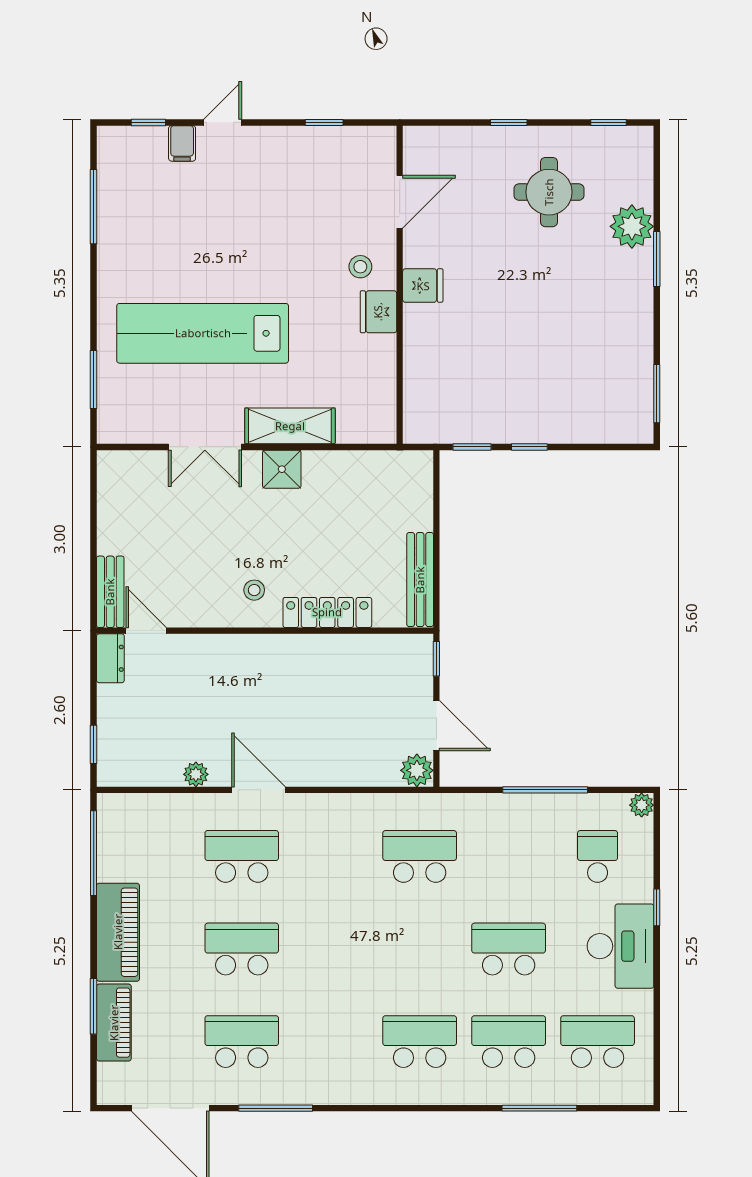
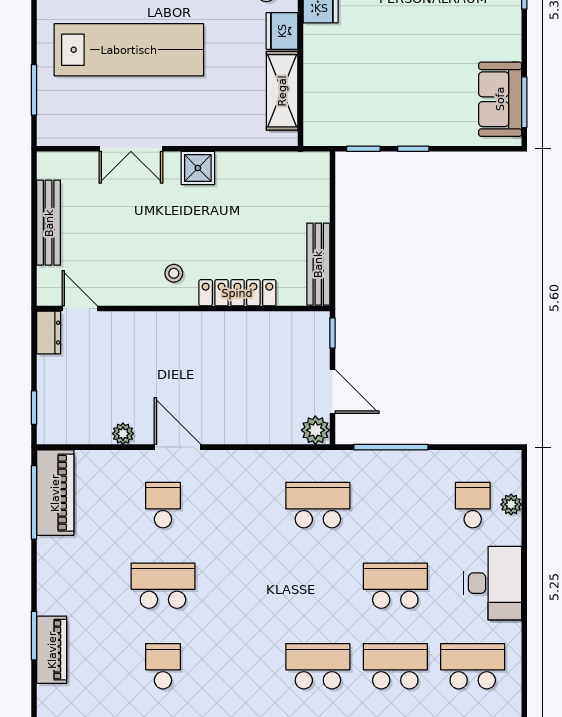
lab bench: (203, 333) -> (129, 50), turned 180
sofa: (629, 390) -> (500, 99), added
shelving: (290, 426) -> (282, 91), moved, turned 90
bench: (110, 592) -> (49, 223), moved, width x1.36
window: (545, 790) -> (391, 447), moved
plant: (642, 805) -> (511, 504), moved
school desk: (242, 856) -> (163, 505), width x0.54
window: (657, 907) -> (524, 550), removed
piano: (118, 932) -> (55, 493), moved
school desk: (242, 1042) -> (163, 666), width x0.54

